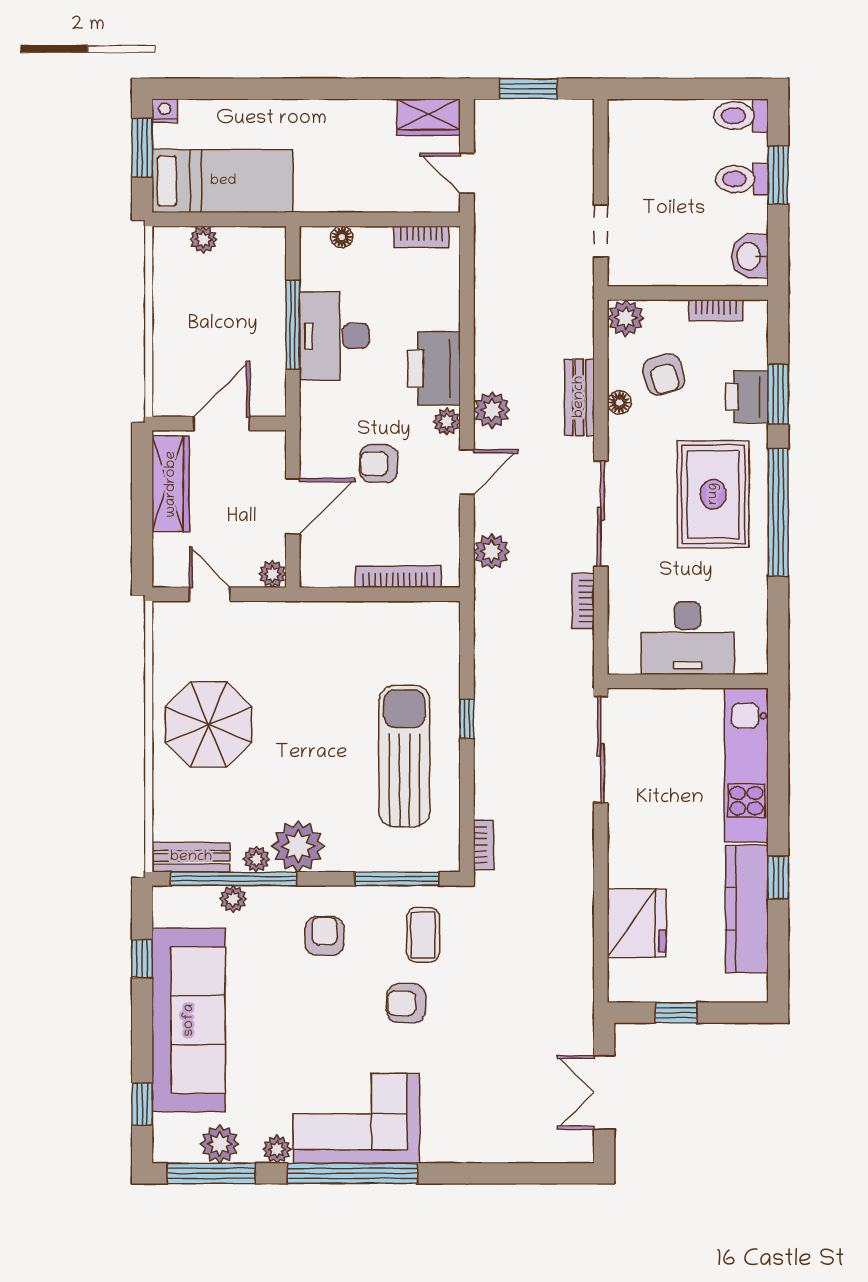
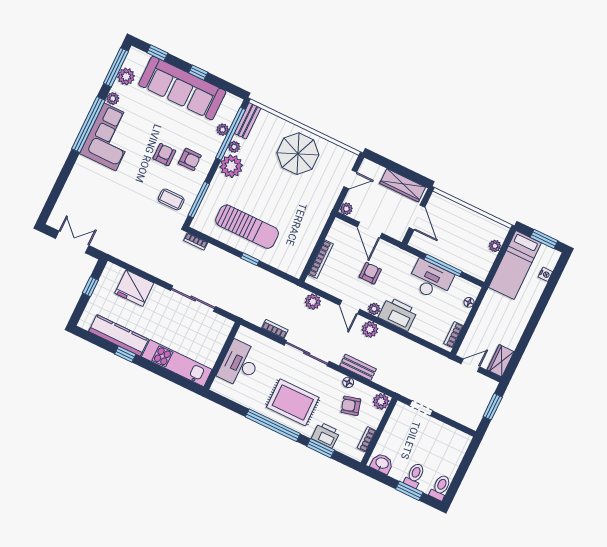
nightstand: (165, 111) -> (545, 274), moved
sliding door: (601, 750) -> (193, 298), moved
window: (142, 959) -> (198, 73), moved
armchair: (406, 1003) -> (164, 155), moved

